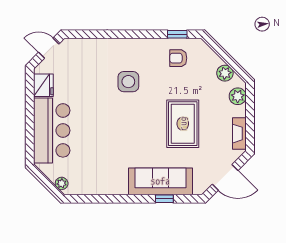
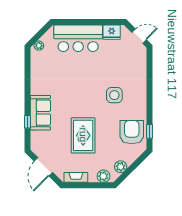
door: (49, 48) -> (139, 36), hinge flipped
armchair: (178, 58) -> (132, 132), width x1.88, depth x1.88
rug: (183, 124) -> (83, 135), turned 90
sofa: (160, 181) -> (40, 113), width x0.73

